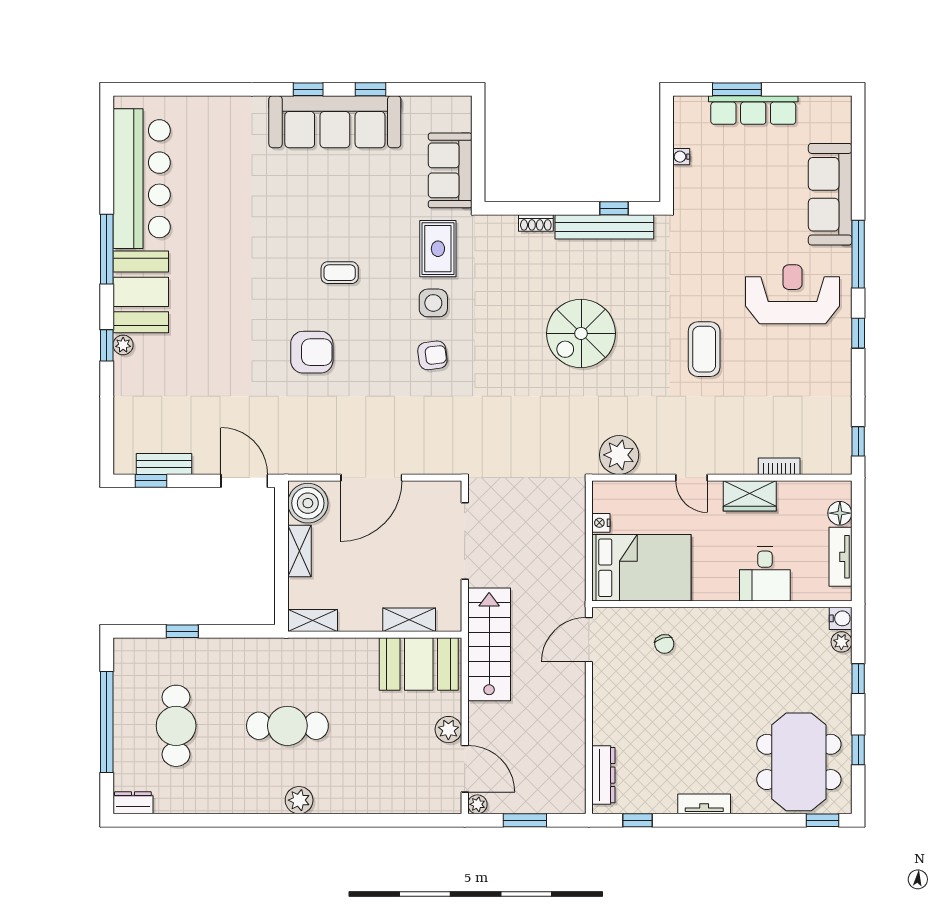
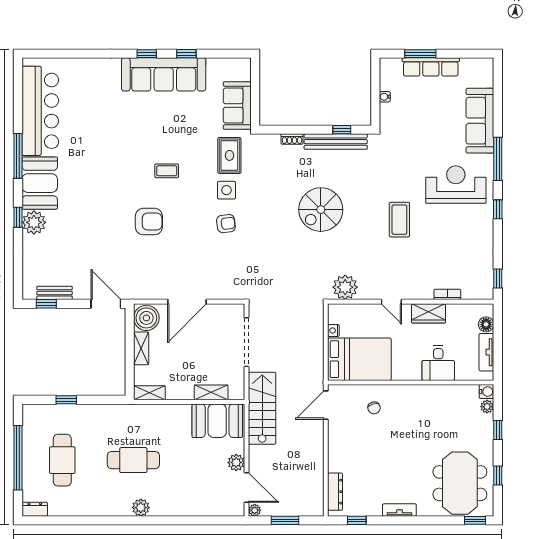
plant: (123, 345) -> (34, 222), width x1.88, depth x1.88

